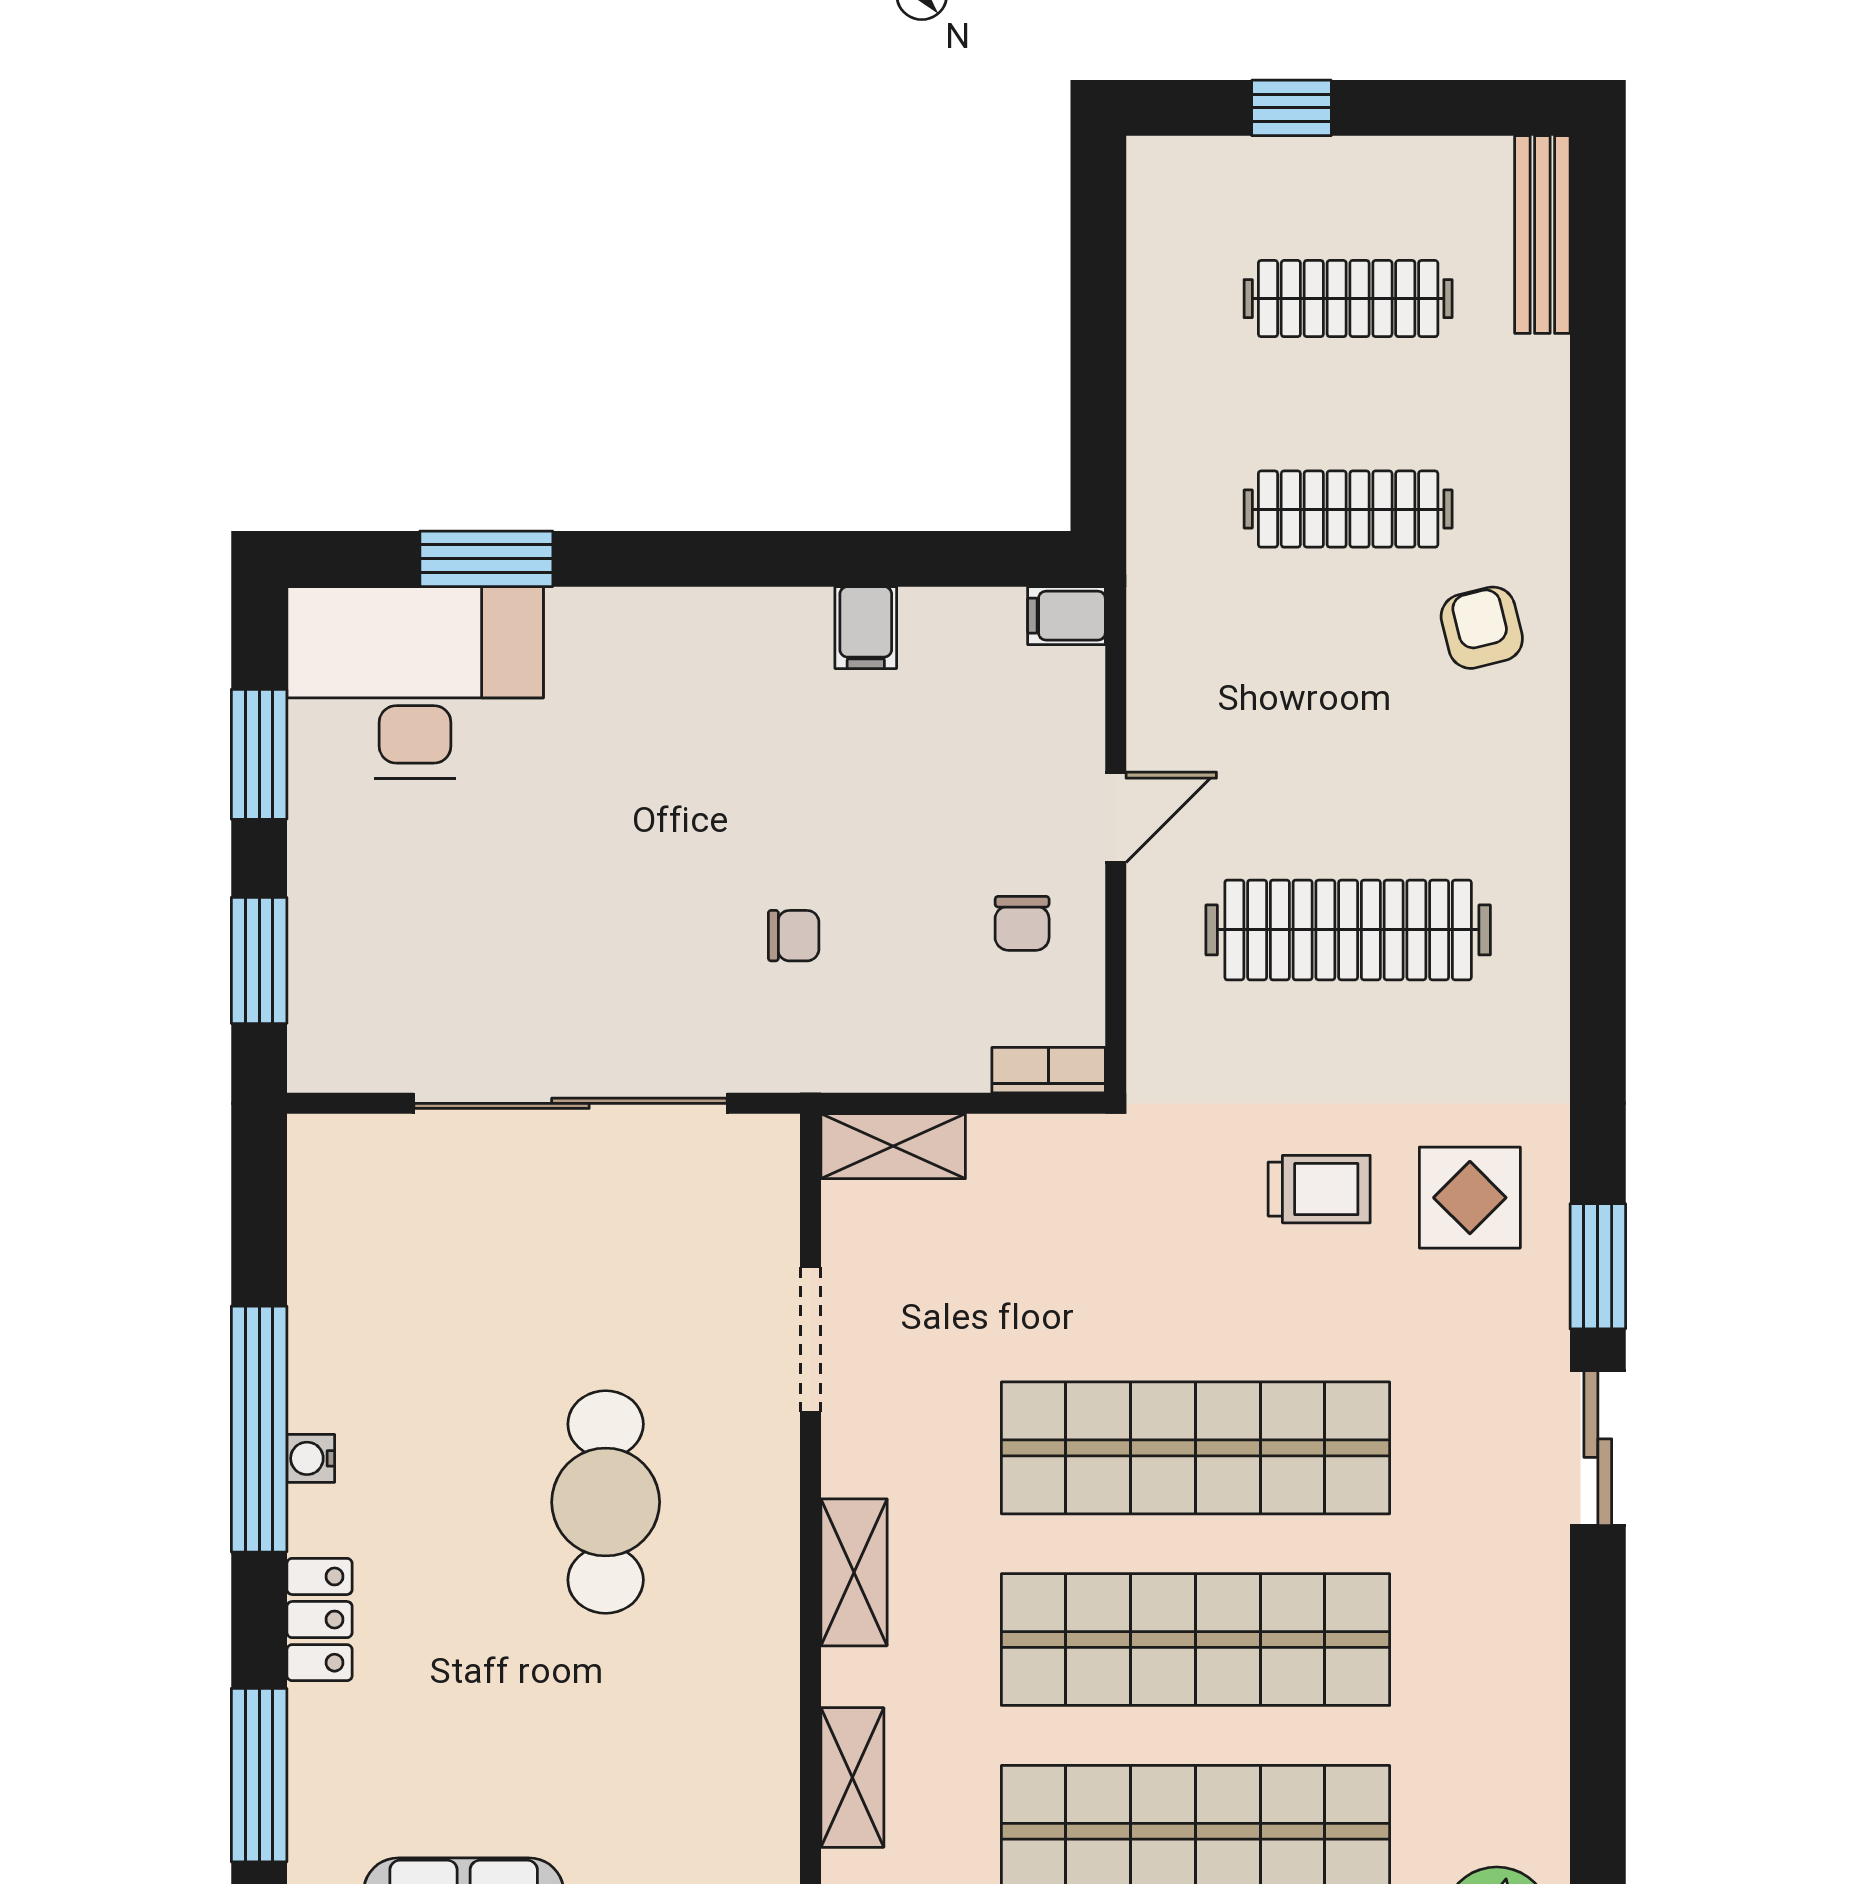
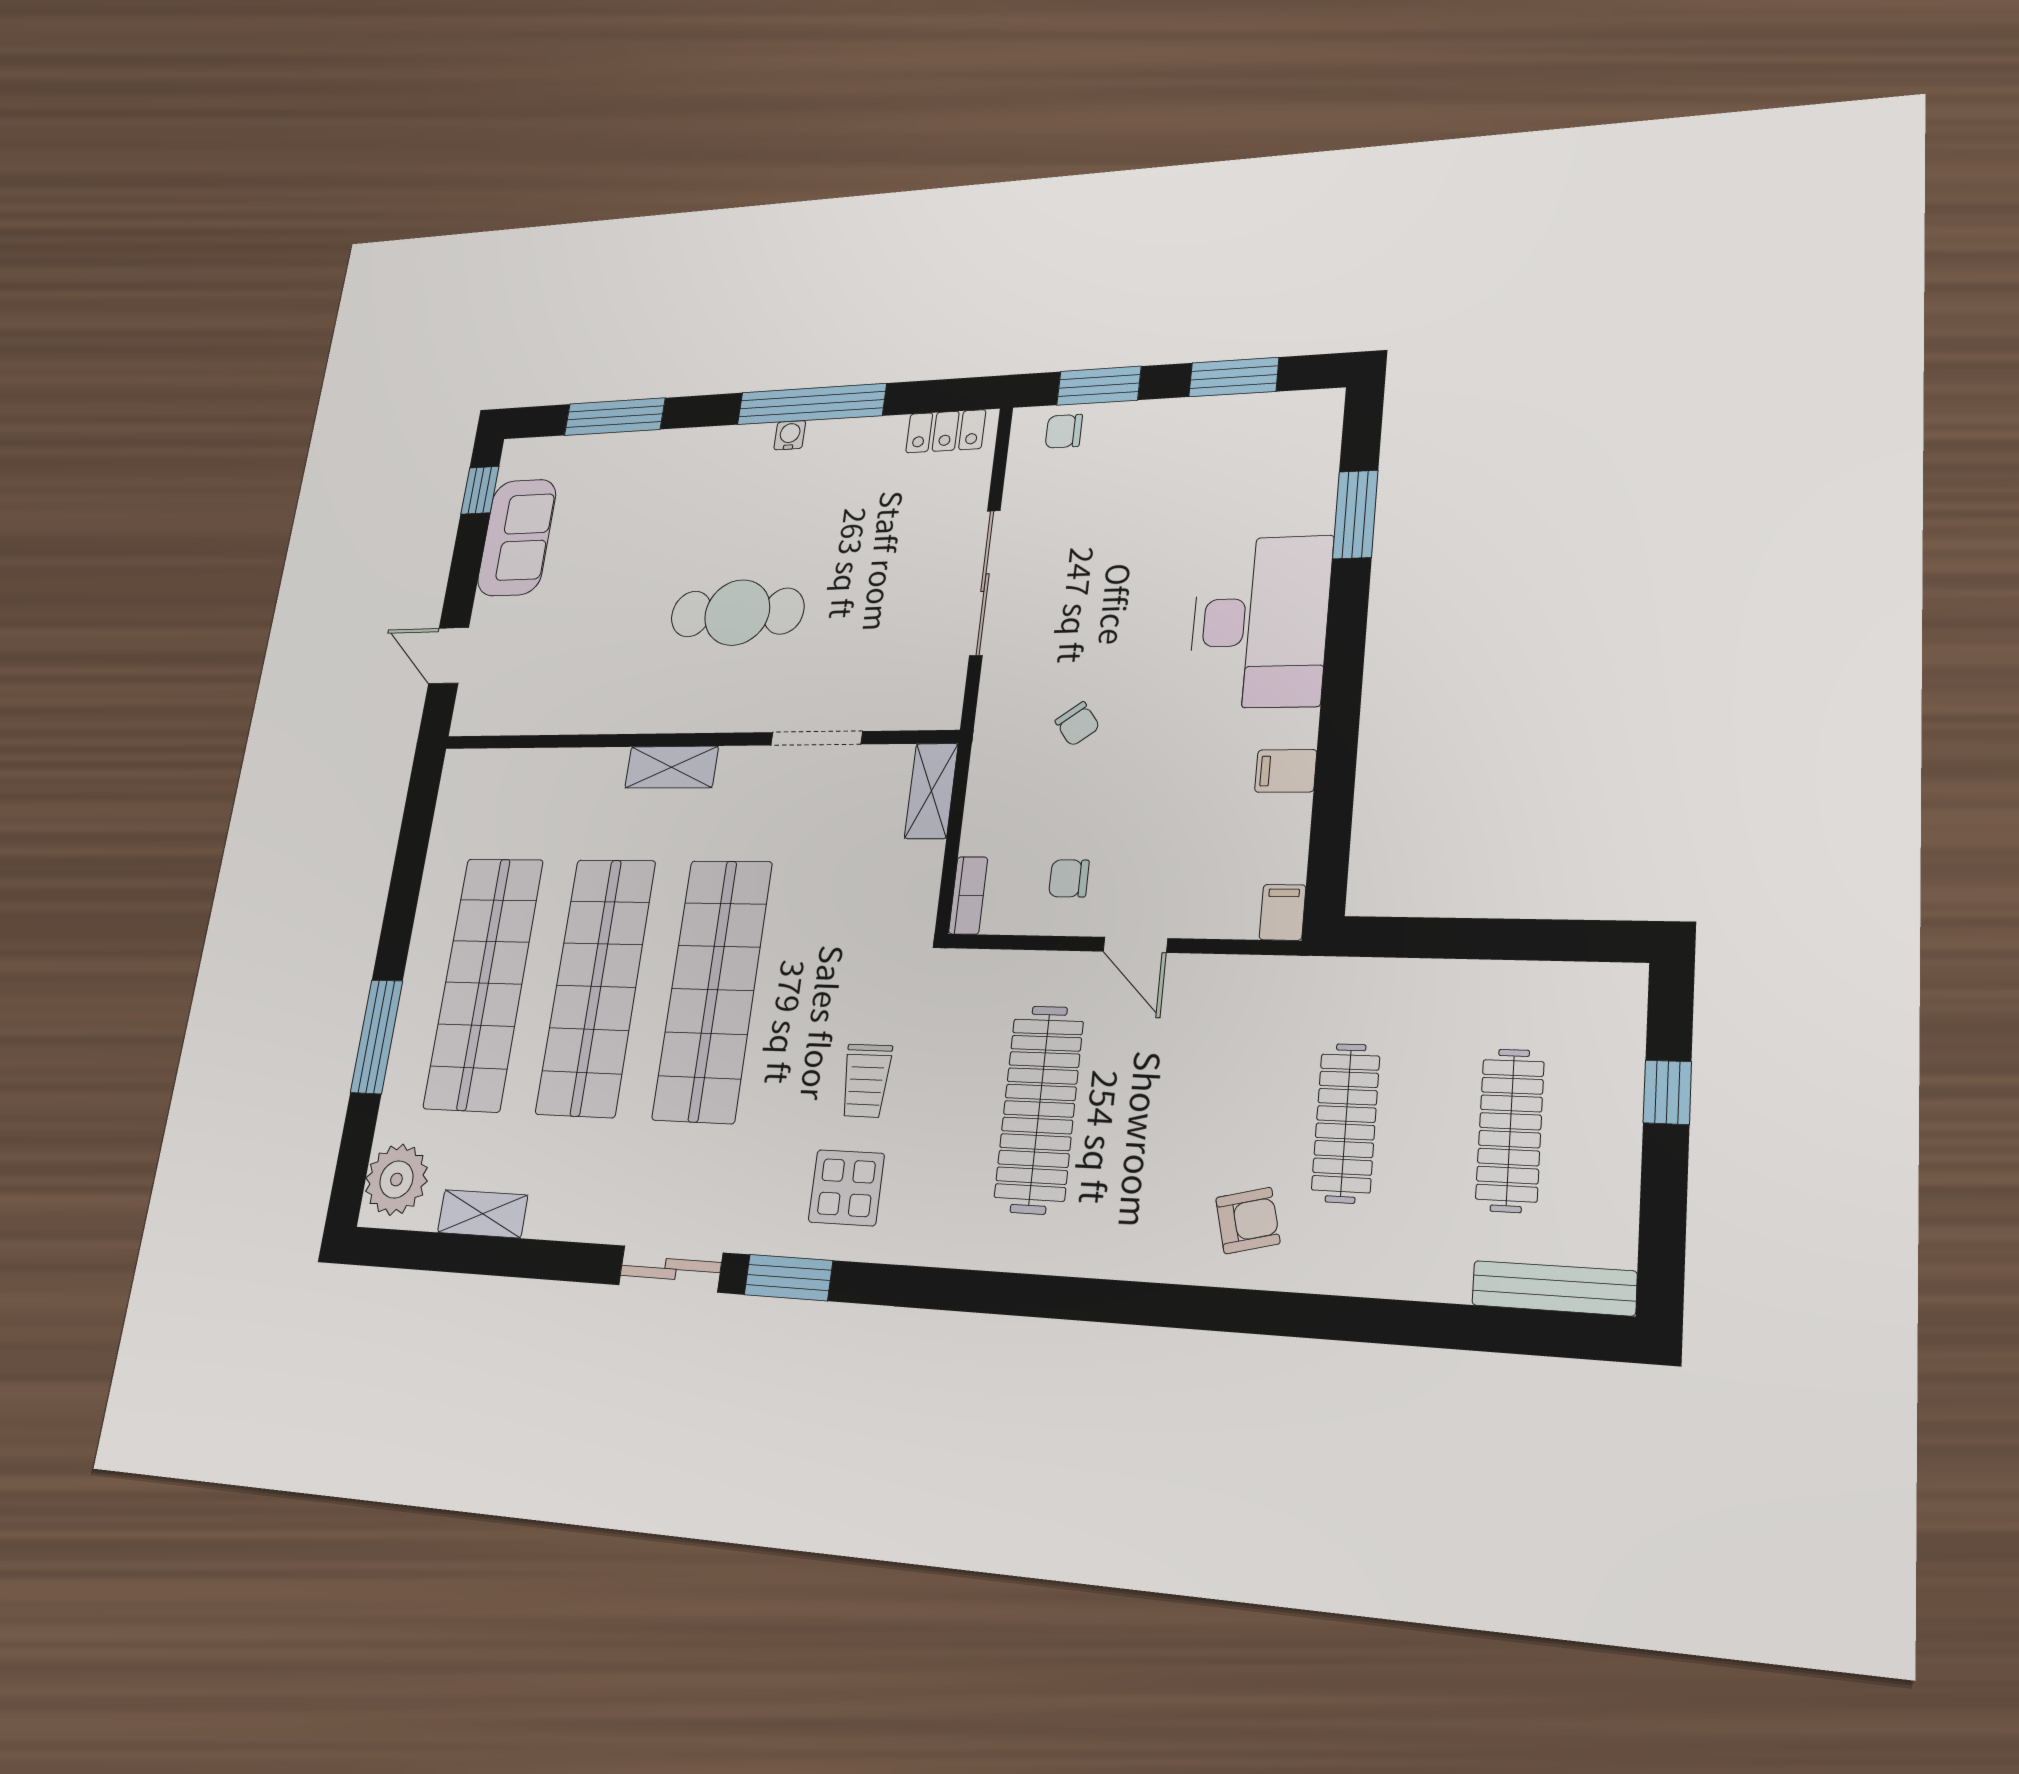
desk: (415, 683) -> (1260, 622), moved
chair: (794, 936) -> (1077, 724), turned -36
chair: (331, 1008) -> (1064, 431), added
sliding door: (570, 1103) -> (985, 583), width x0.73
locker: (319, 1620) -> (946, 431), moved
shelving: (852, 1777) -> (483, 1214), moved

